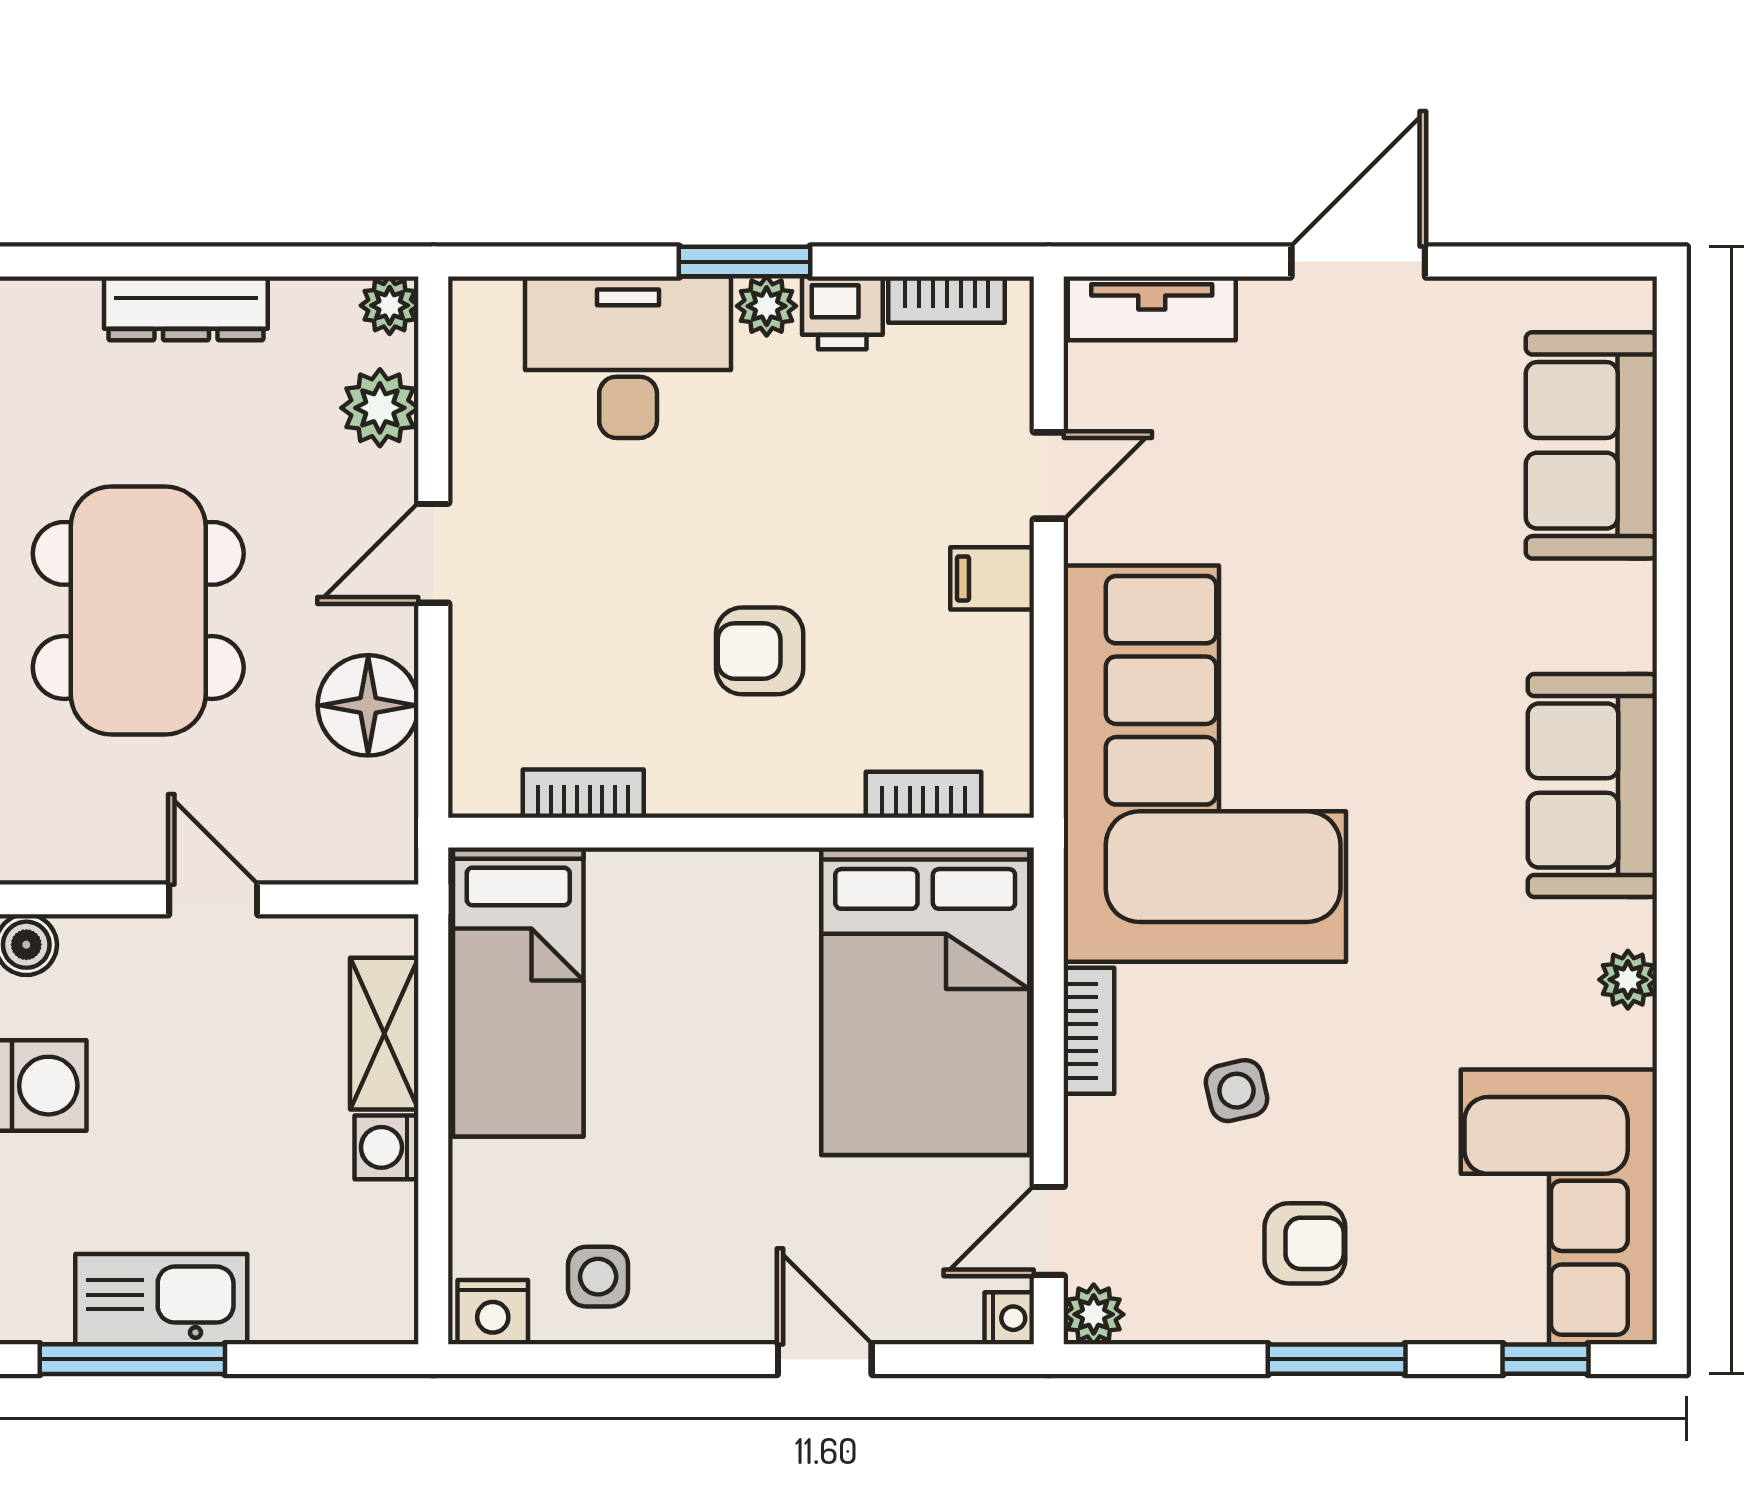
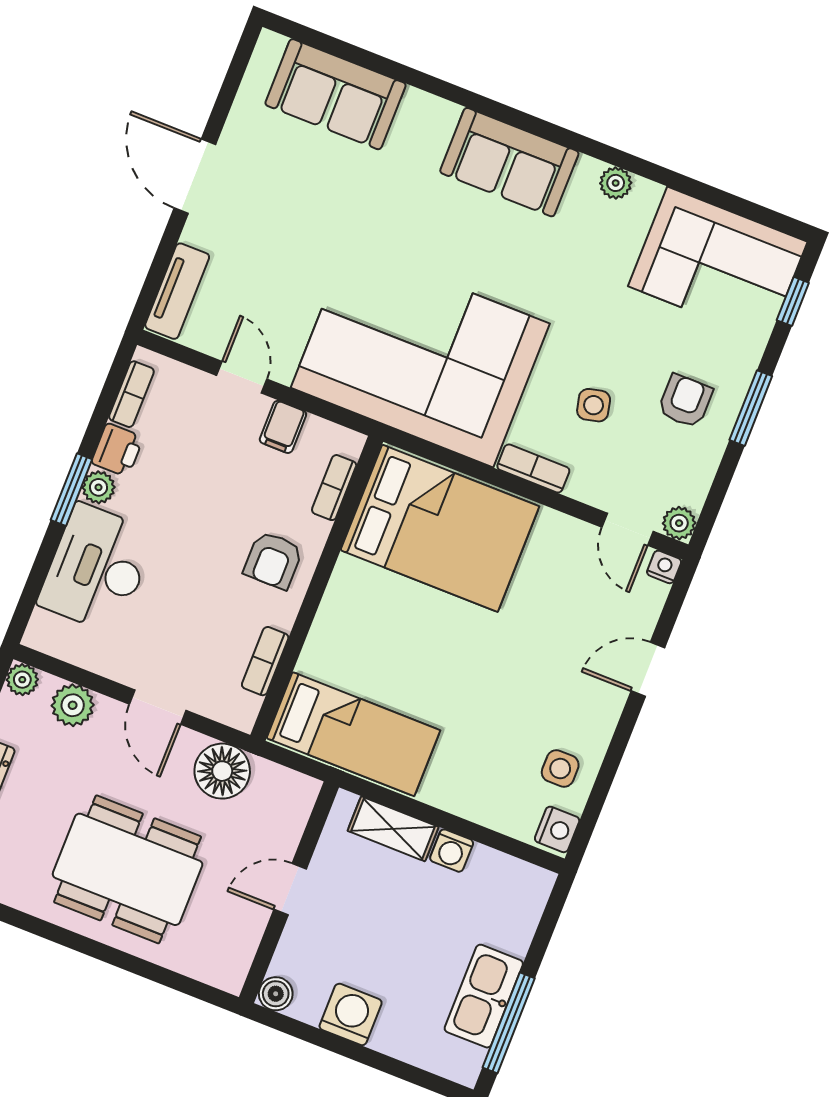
bookcase: (583, 794) -> (265, 661), moved
bookcase: (923, 795) -> (334, 488), moved
wall: (741, 833) -> (317, 588), moved
bed: (518, 992) -> (353, 734), moved
bed: (925, 1001) -> (440, 528), moved

